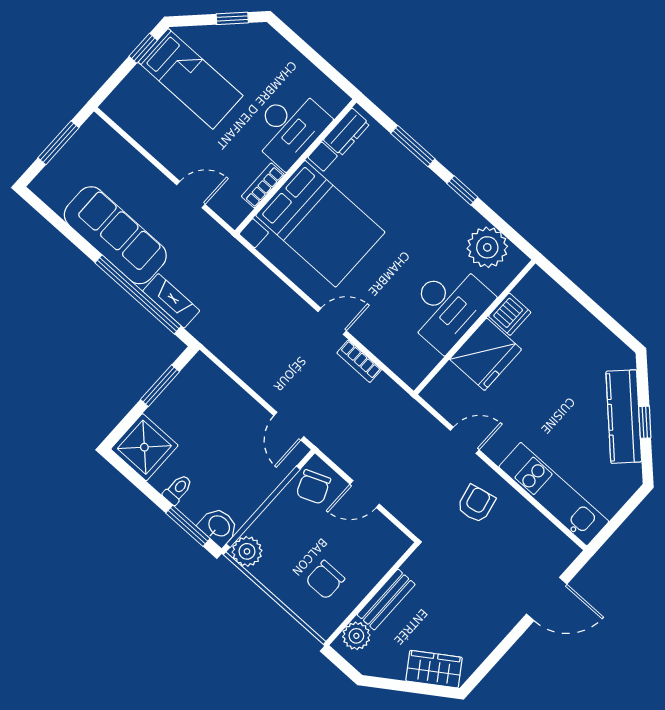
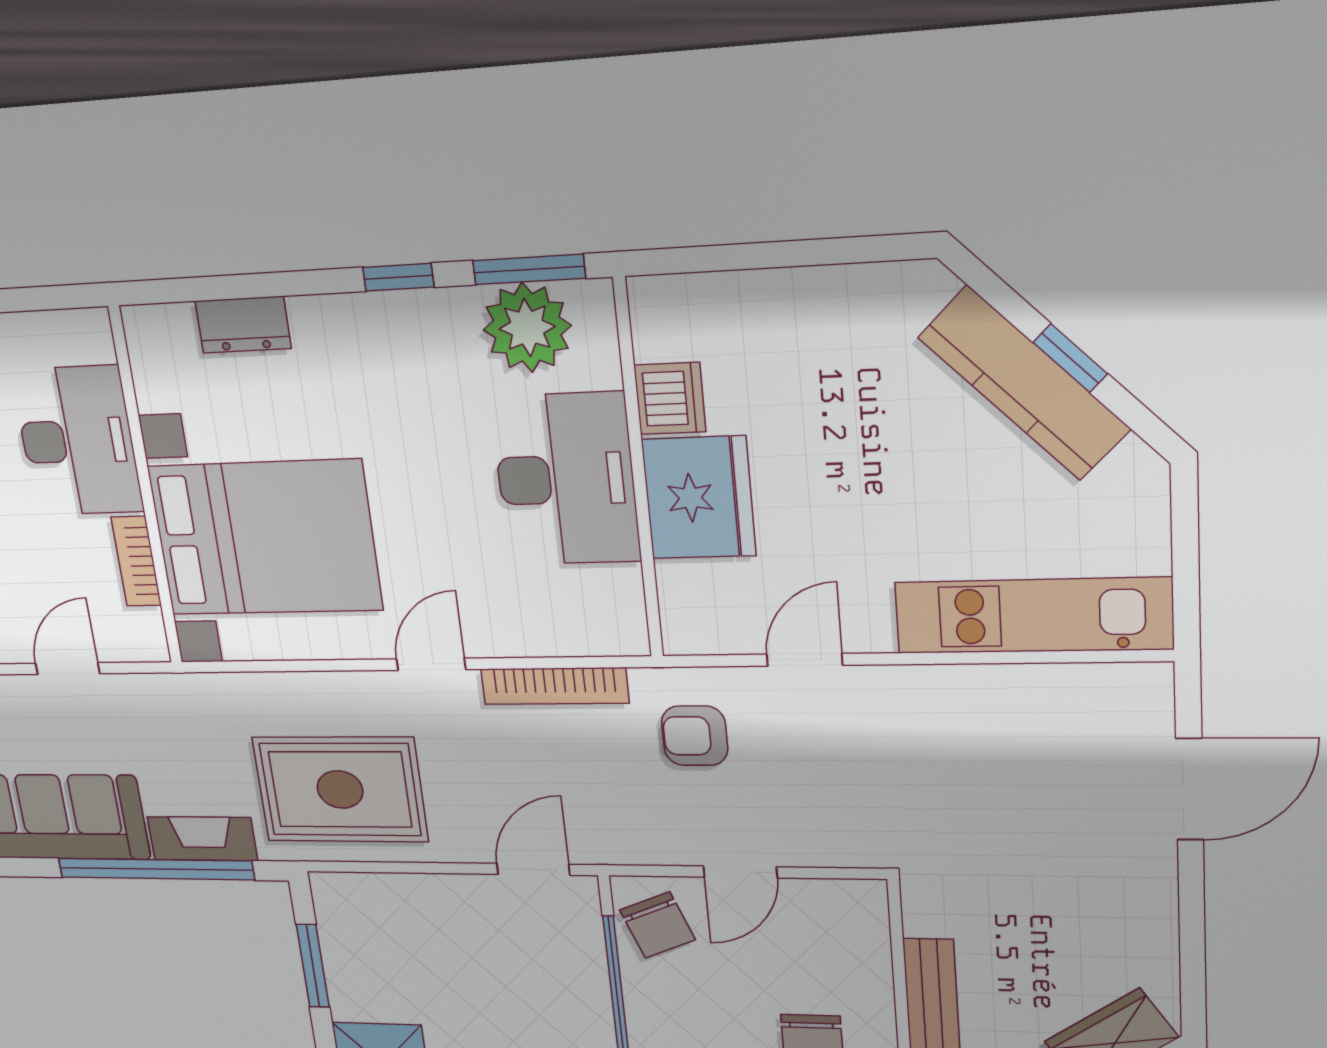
dresser: (347, 132) -> (243, 325), moved, turned 90
window: (413, 146) -> (529, 269), moved
rug: (247, 332) -> (340, 789), added
bookcase: (359, 361) -> (555, 686), width x1.56
door: (289, 426) -> (533, 869), swing flipped
armchair: (476, 504) -> (695, 736), moved, turned -78

